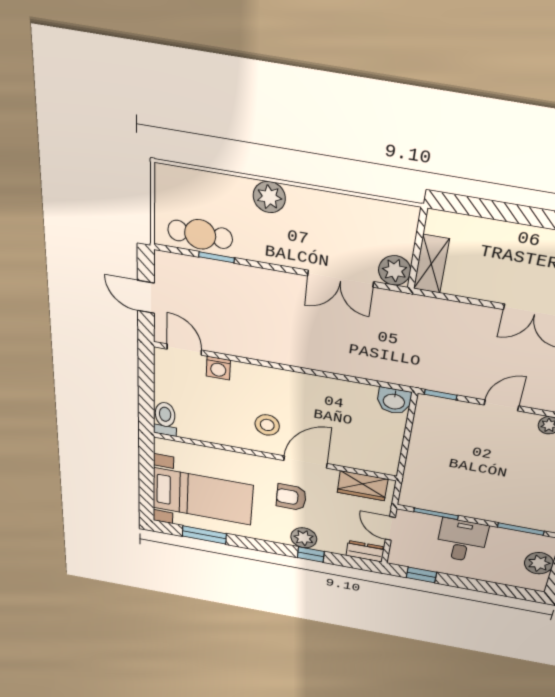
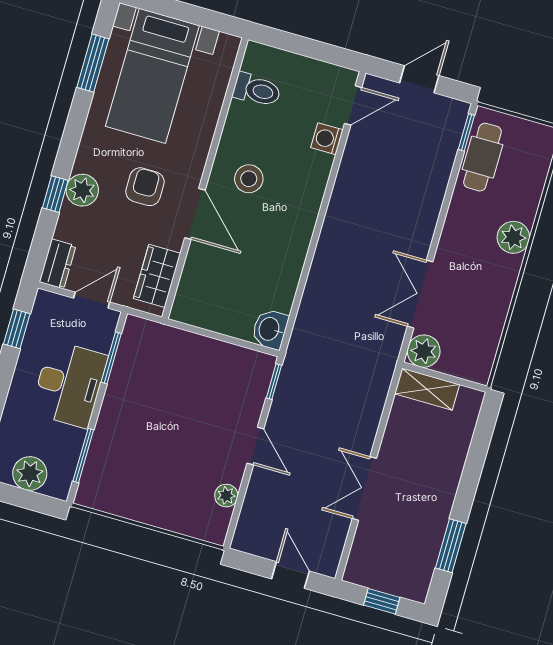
window: (216, 257) -> (466, 132), moved
toilet: (165, 419) -> (257, 90), moved
desk: (462, 540) -> (69, 384), width x1.37

